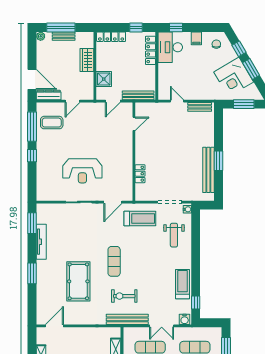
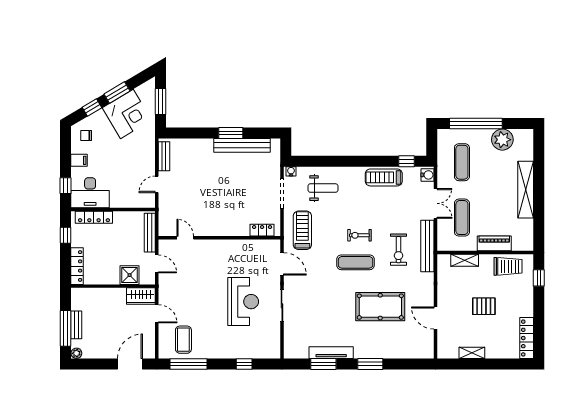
wardrobe: (87, 60) -> (141, 296), moved
dresser: (49, 95) -> (149, 343), removed
window: (32, 156) -> (244, 364), moved
locker: (140, 174) -> (262, 230), moved
window: (32, 223) -> (323, 364), moved
exercise bike: (136, 265) -> (359, 235), added
door: (54, 326) -> (435, 318), moved

